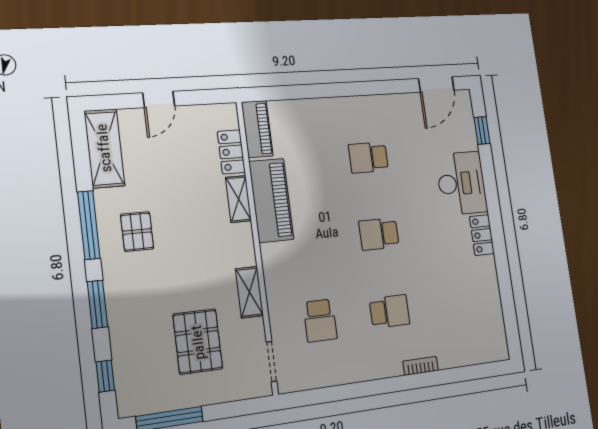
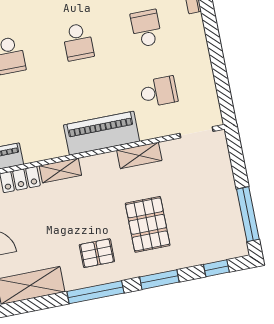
piano: (271, 200) -> (102, 133), moved
pallet: (198, 342) -> (148, 224), moved, turned 90

